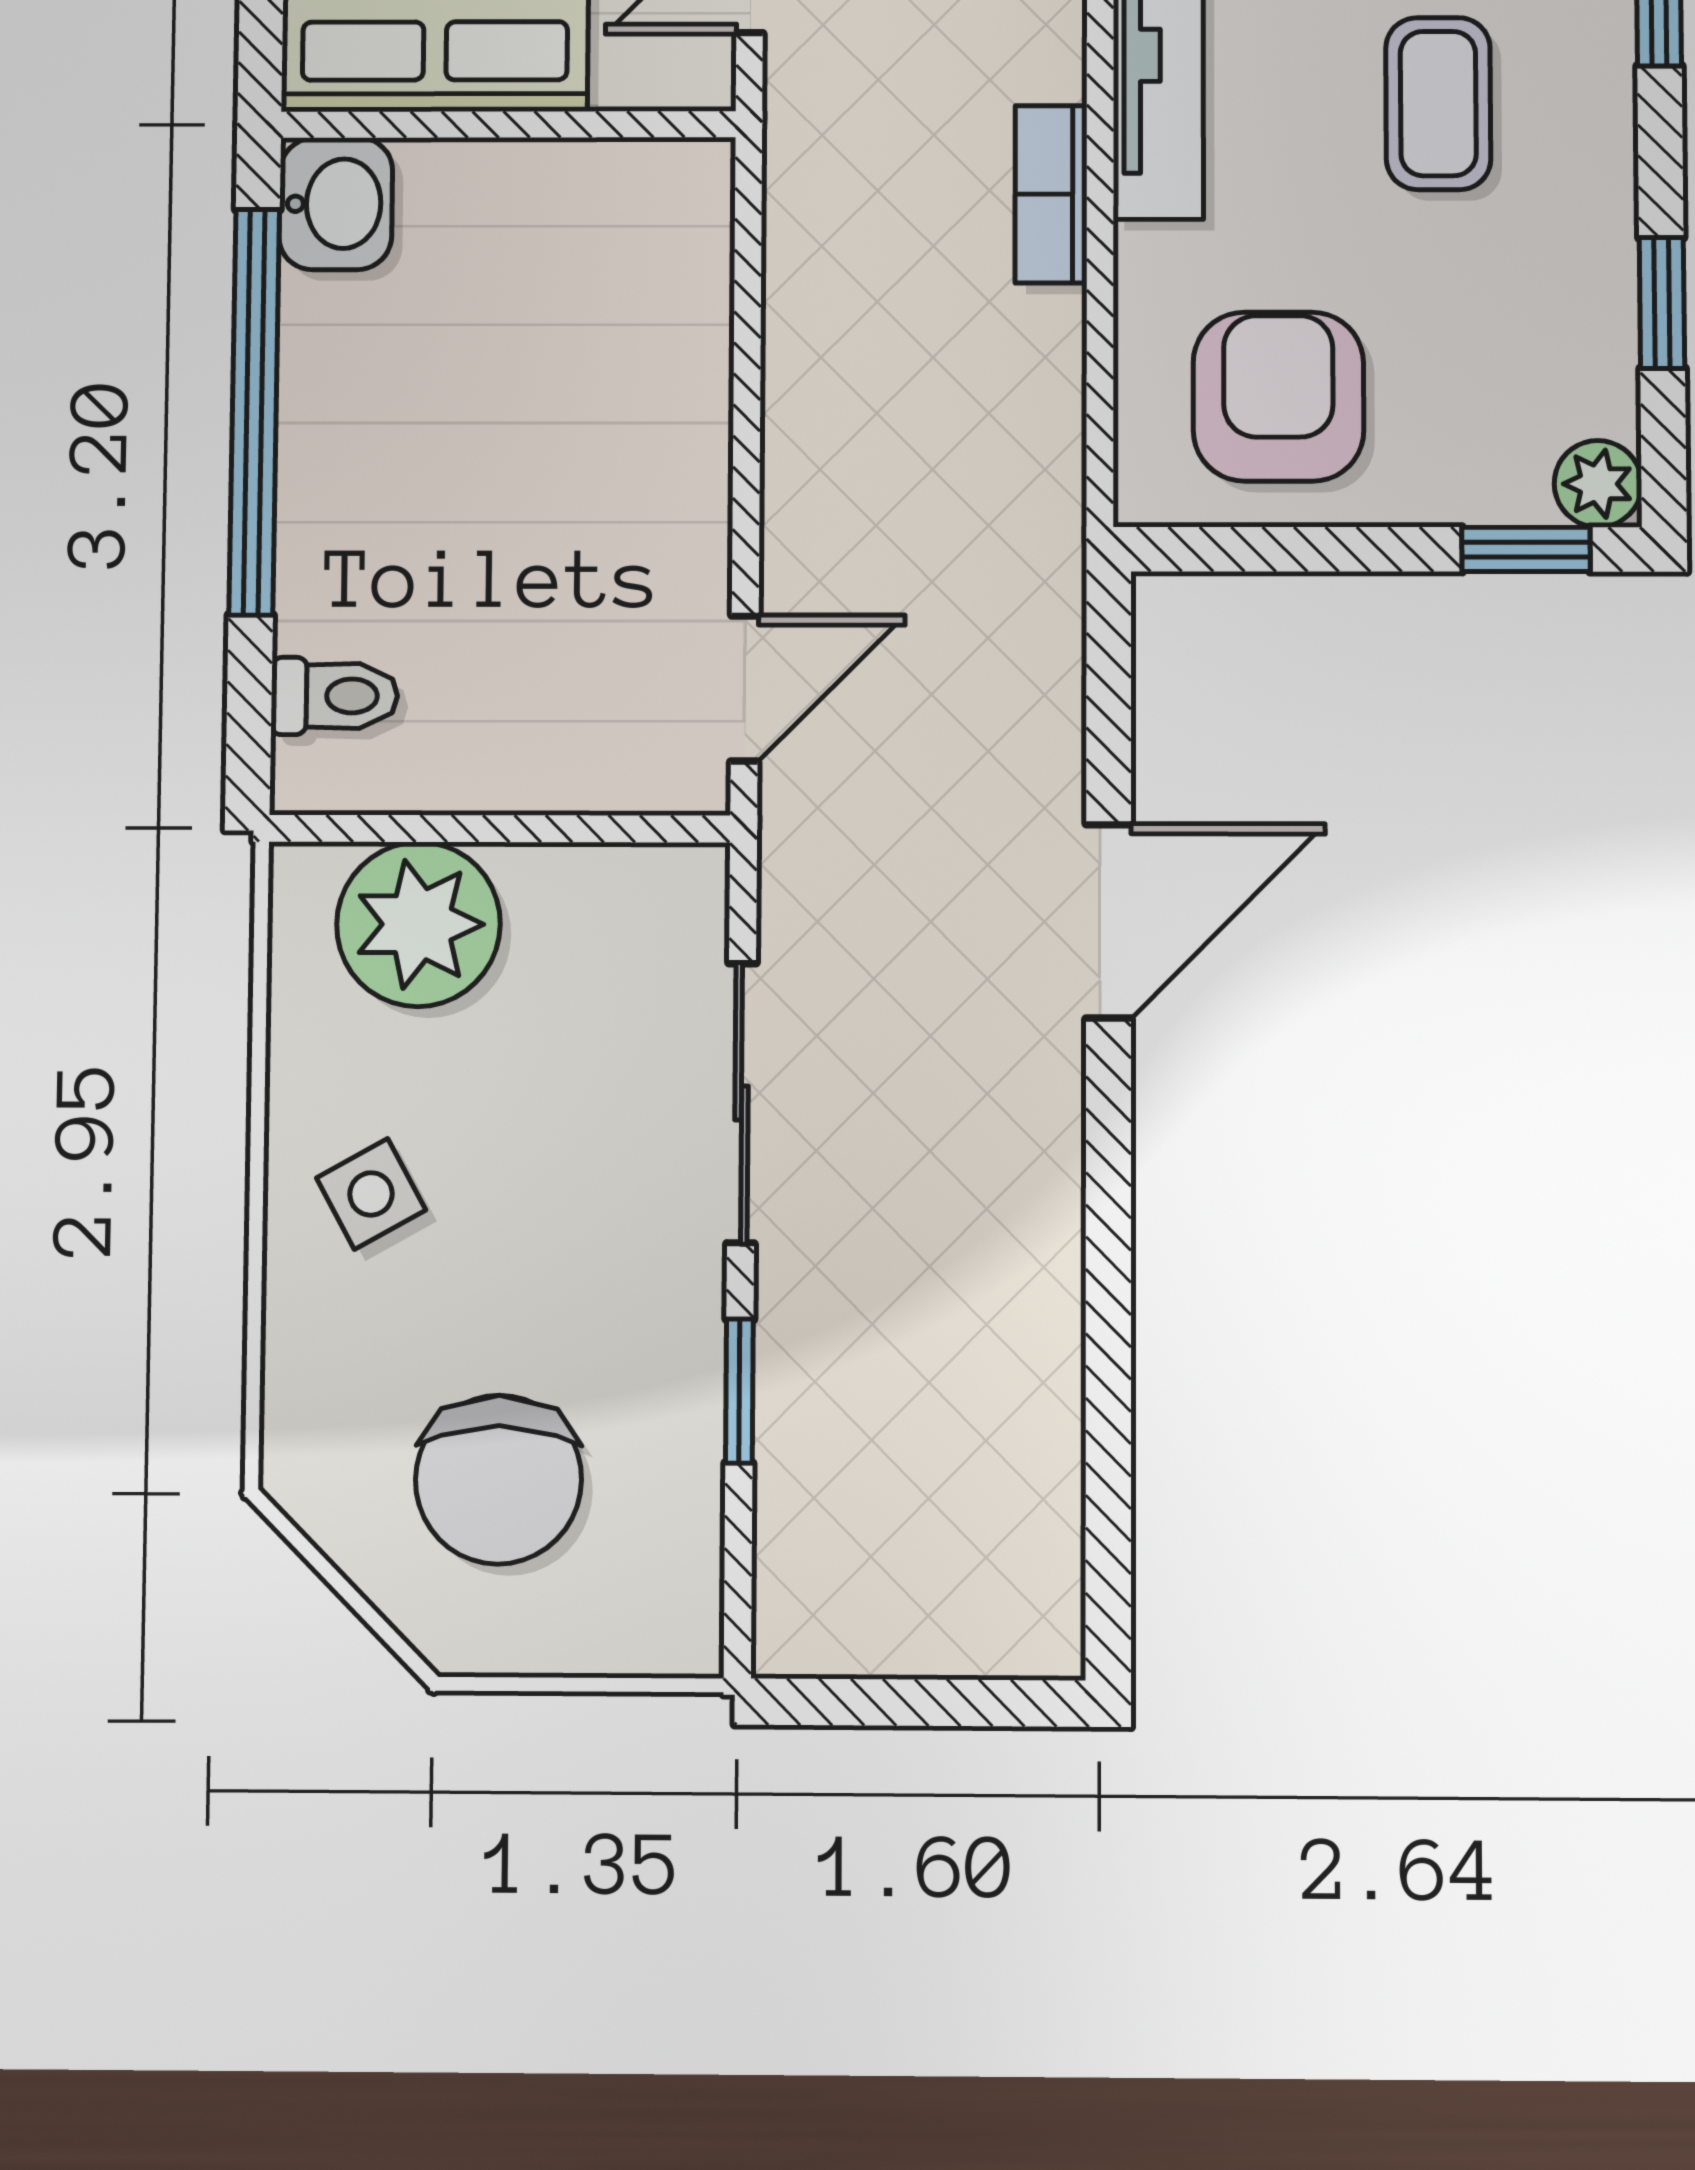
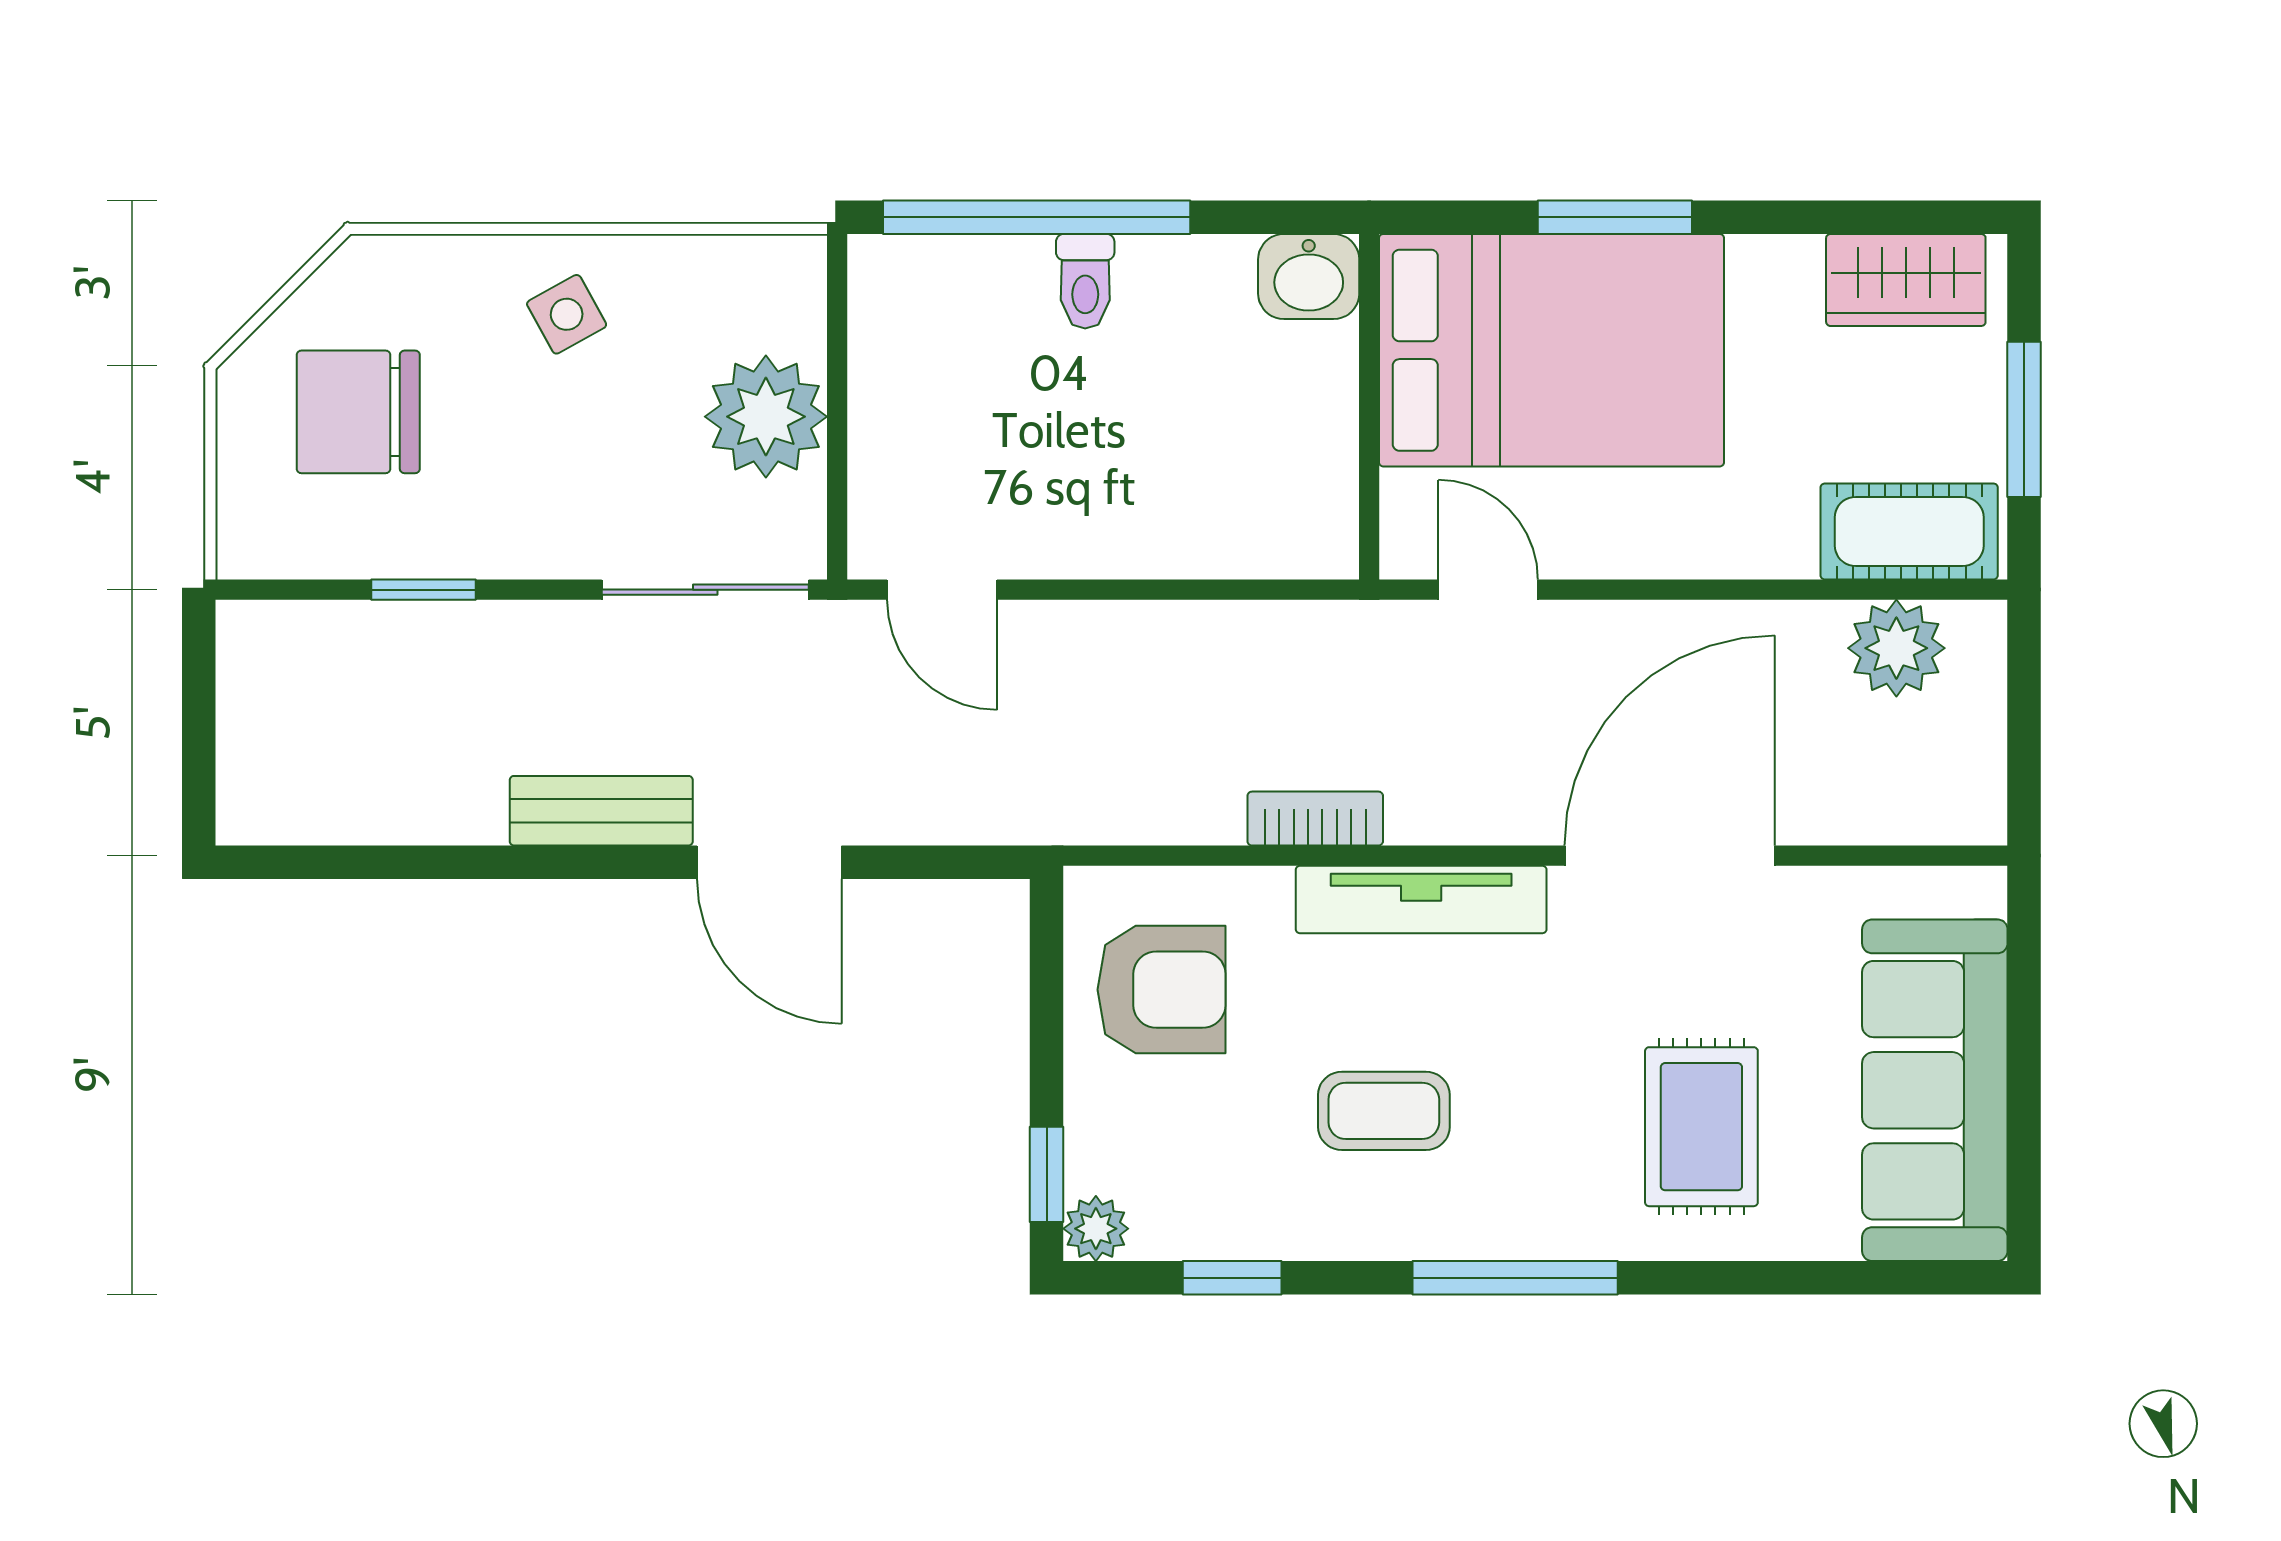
window: (254, 412) -> (1037, 217), moved
toilet: (334, 696) -> (1085, 281), moved
plant: (418, 924) -> (766, 417), moved
sliding door: (742, 1103) -> (705, 590), moved
bench: (1039, 1149) -> (601, 811), added

